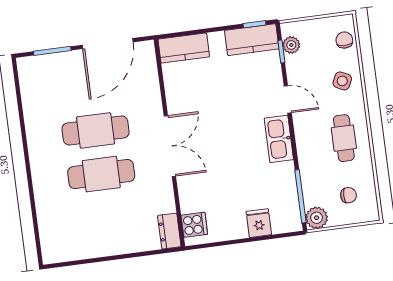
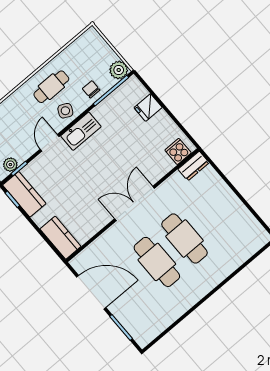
side table: (342, 81) -> (65, 111), moved
chair: (348, 195) -> (91, 89), moved

